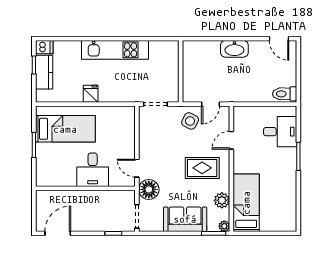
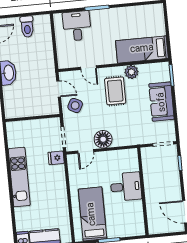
fridge: (91, 94) -> (56, 158), moved
toilet: (285, 94) -> (27, 27), moved
door: (137, 168) -> (86, 151), moved
floor lamp: (149, 189) -> (103, 139), moved
plant: (222, 200) -> (131, 72), moved
plant: (224, 226) -> (164, 67), removed

